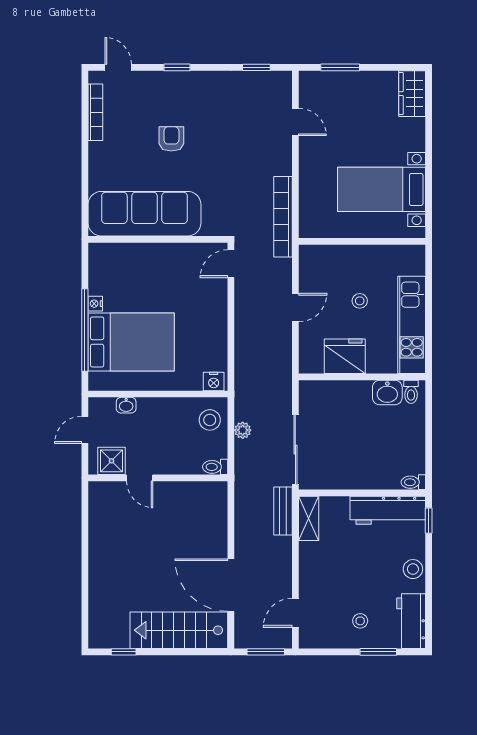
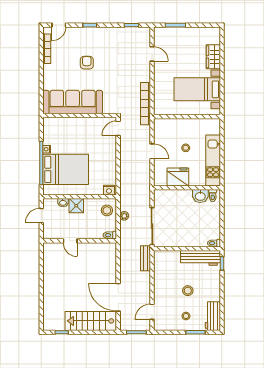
door: (118, 67) -> (59, 25), swing flipped
wardrobe: (412, 94) -> (213, 57), moved
door: (295, 307) -> (152, 151), hinge flipped
shower: (112, 461) -> (76, 206), moved
shelving: (309, 518) -> (159, 262), removed
stool: (413, 569) -> (188, 291), moved

